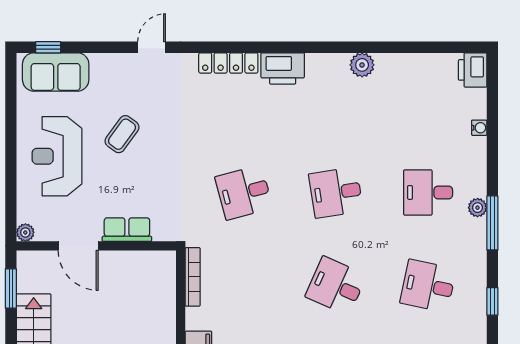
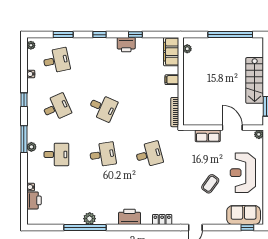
window: (371, 47) -> (85, 228), added
locker: (228, 63) -> (162, 220), width x0.66
printer: (473, 70) -> (34, 200), moved
reception desk: (57, 156) -> (243, 173), turned 180
desk: (428, 286) -> (56, 108), turned -36

